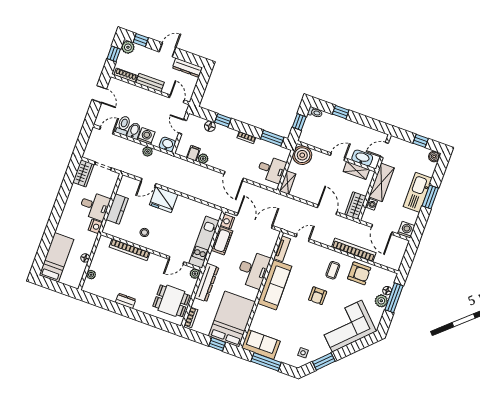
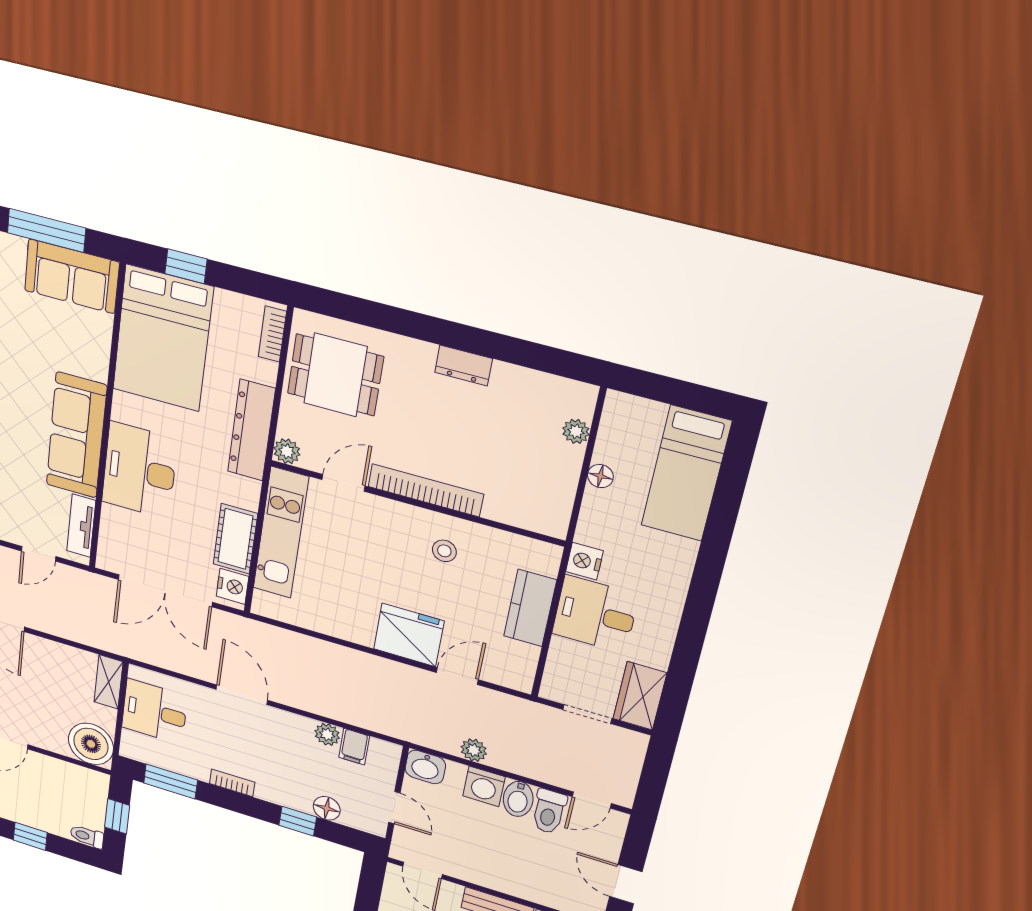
bookcase: (130, 250) -> (426, 490), moved

